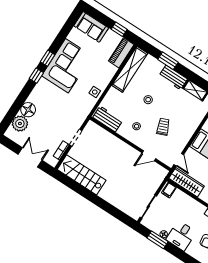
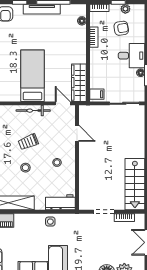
workbench: (108, 119) -> (60, 202), moved, turned 90
trolley: (163, 127) -> (28, 142), moved
bicycle: (188, 134) -> (33, 111), added
door: (179, 160) -> (63, 103), hinge flipped

